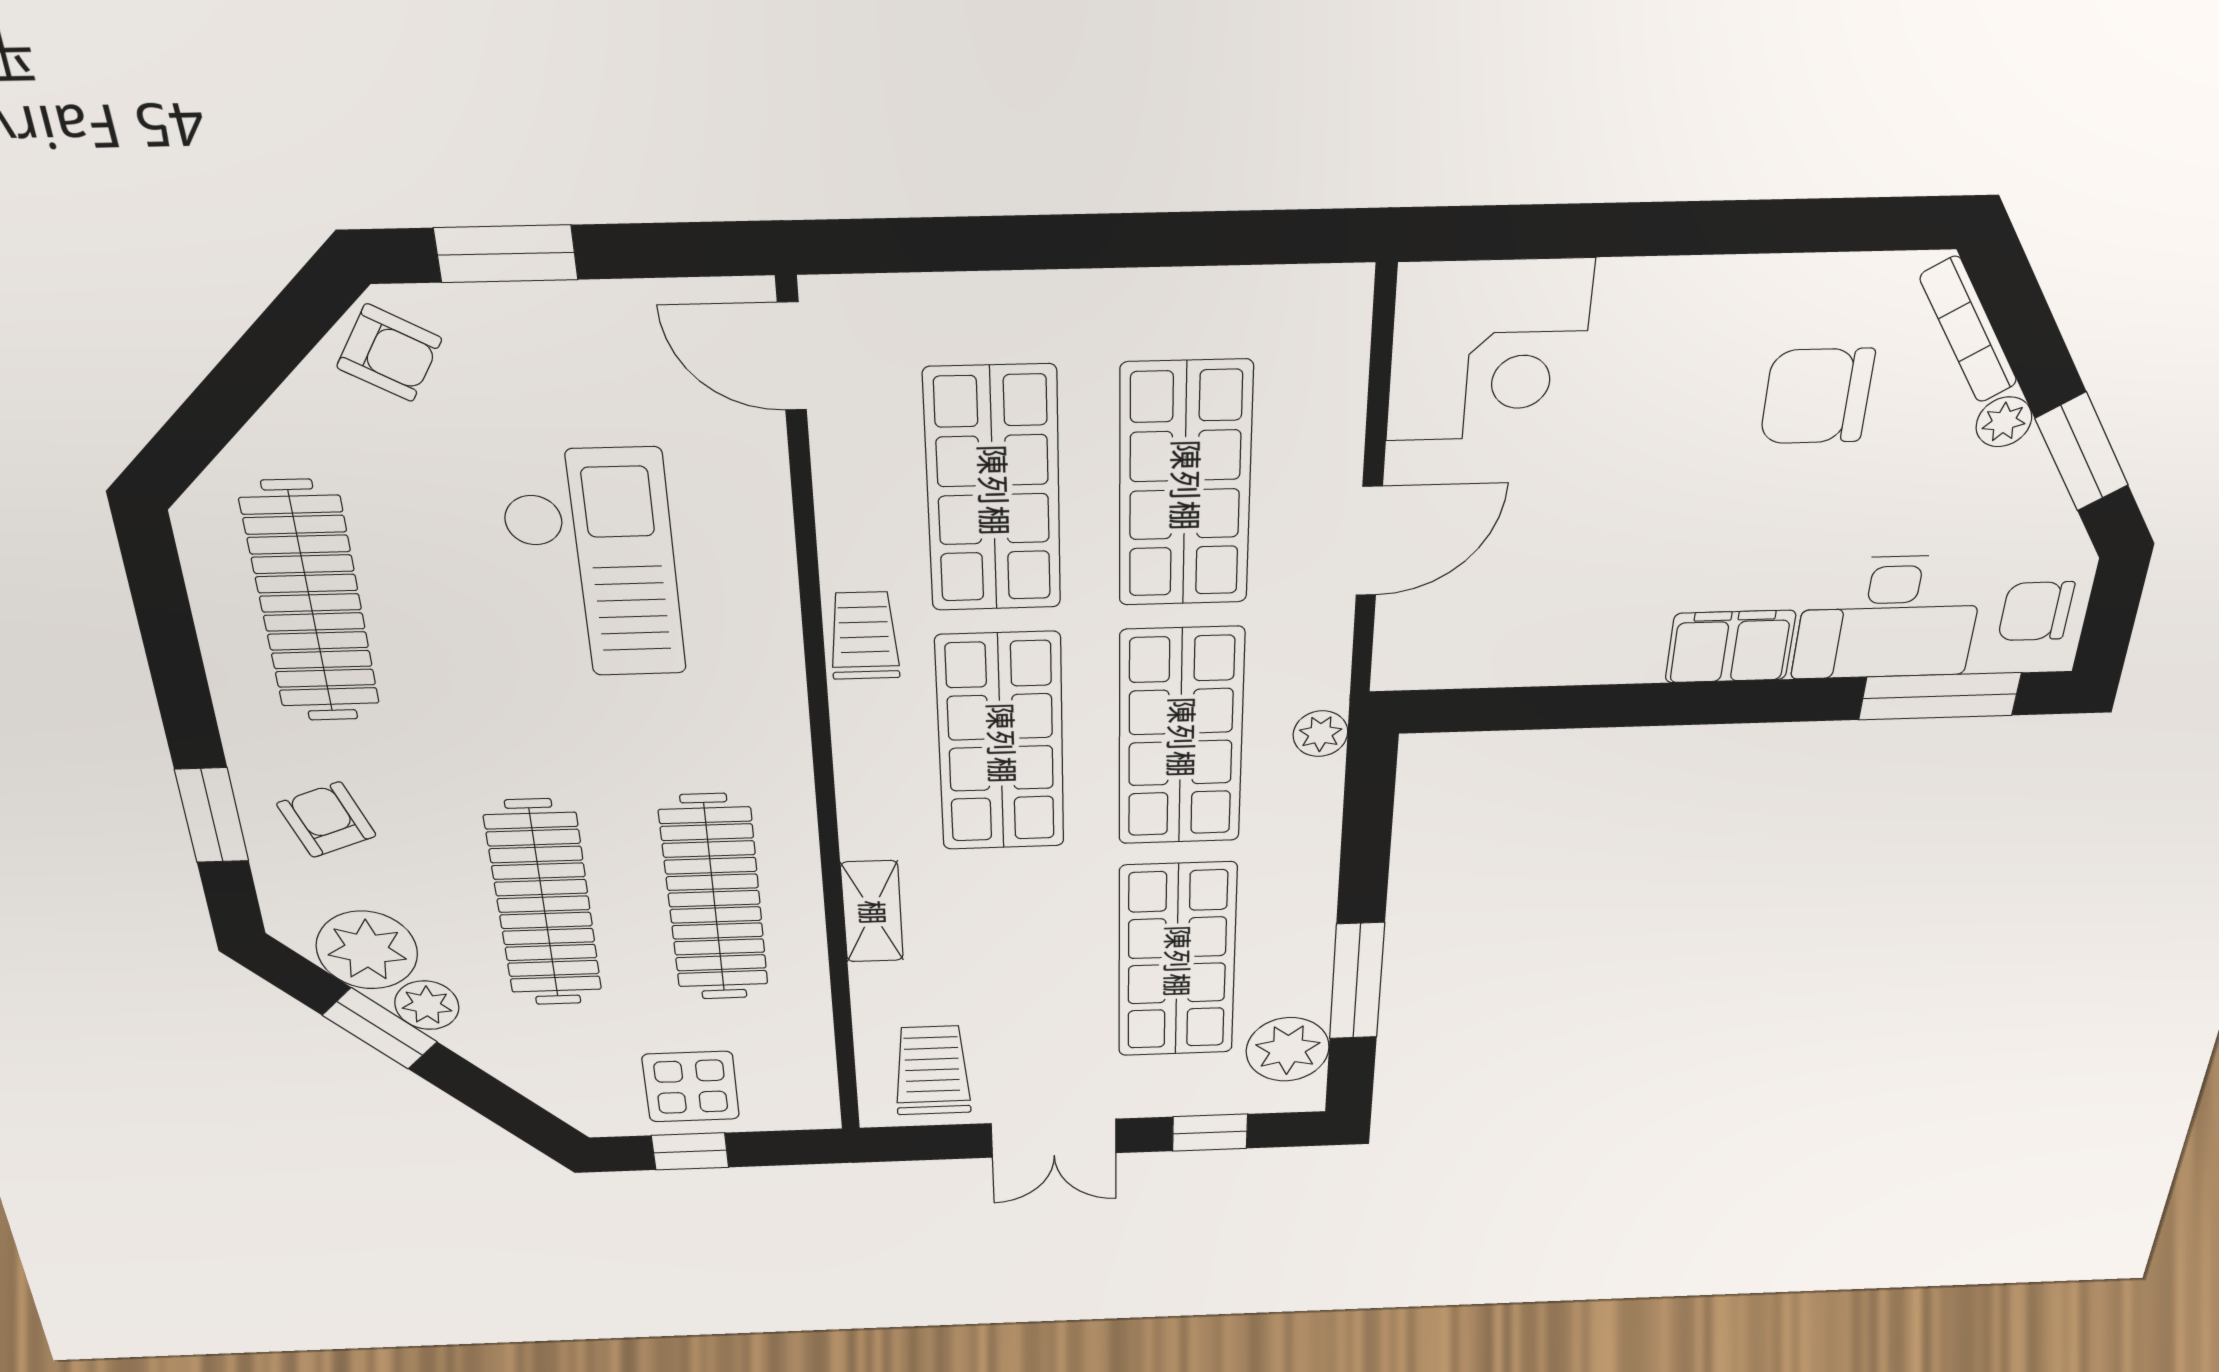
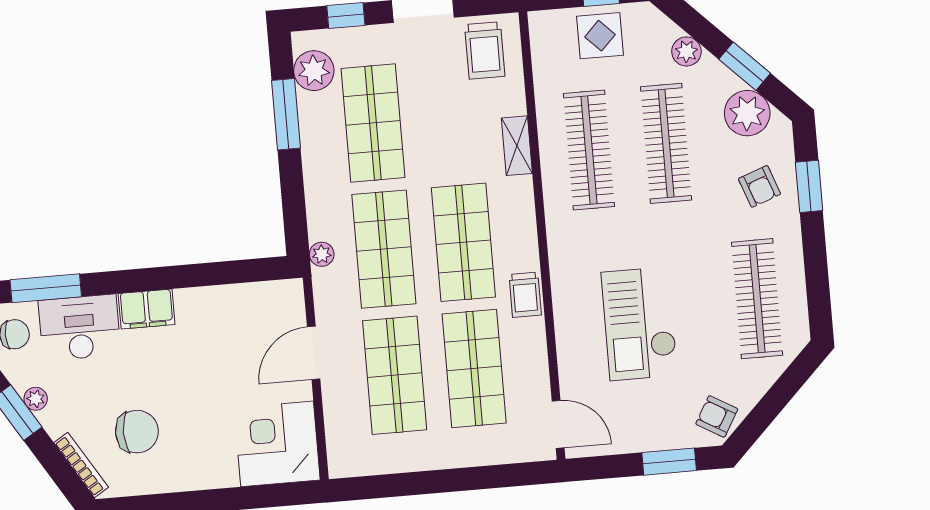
plant: (2004, 422) -> (36, 399), moved
plant: (427, 1005) -> (686, 51), moved

